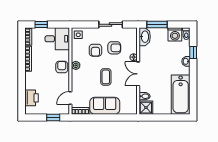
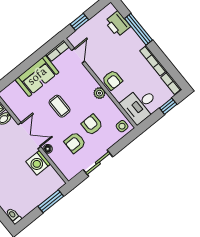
washing machine: (175, 34) -> (38, 163), moved, turned -90
washbasin: (145, 37) -> (53, 179), removed
window: (22, 85) -> (138, 29), added

